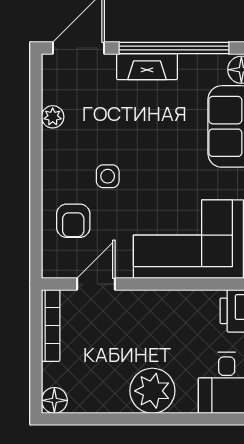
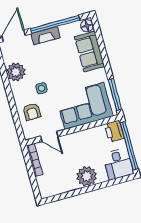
plant: (53, 117) -> (16, 72), width x1.87, depth x1.87
door: (96, 284) -> (49, 137), swing flipped
floor lamp: (54, 400) -> (45, 192), removed

